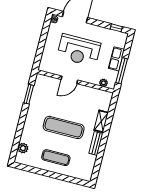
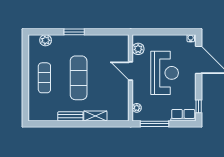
reception desk: (79, 50) -> (165, 73), turned 180
row of seats: (116, 59) -> (183, 115), moved
plant: (52, 68) -> (138, 49), added
window: (29, 94) -> (74, 32), moved

